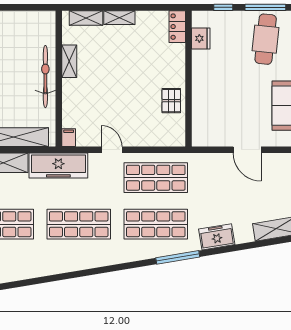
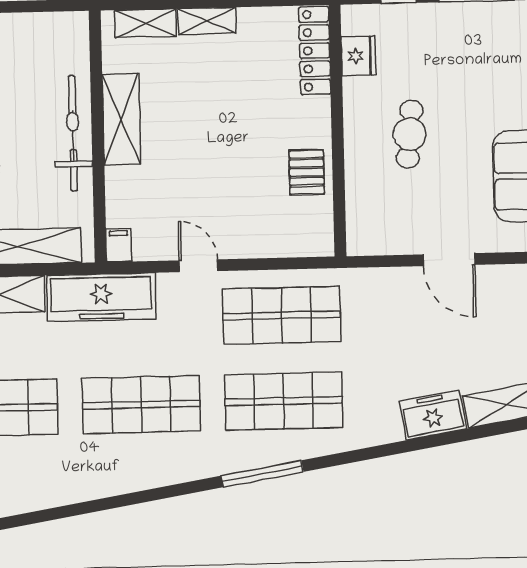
locker: (177, 27) -> (315, 51), width x1.53
cafe table: (266, 39) -> (410, 134), moved, width x0.73, depth x0.74
shelving: (69, 61) -> (121, 119), width x1.50, depth x1.33
freezer: (217, 237) -> (433, 415), moved
window: (178, 257) -> (262, 474), moved

